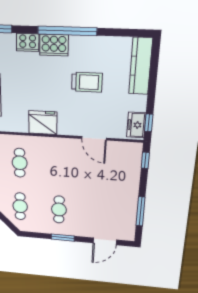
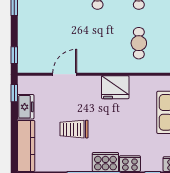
freezer: (136, 125) -> (26, 107), moved
door: (94, 138) -> (65, 74), hinge flipped

